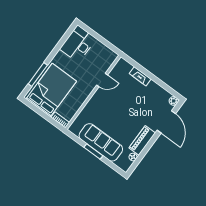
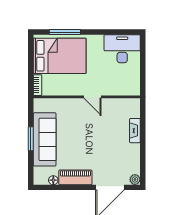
door: (102, 80) -> (92, 97), moved

